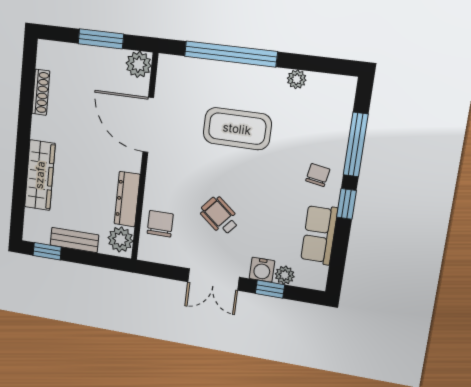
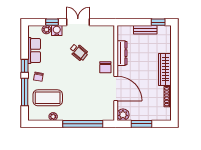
coffee table: (237, 129) -> (48, 98), moved
wardrobe: (40, 175) -> (165, 69), moved
chair: (160, 224) -> (105, 67), moved
plant: (120, 239) -> (123, 34), removed

